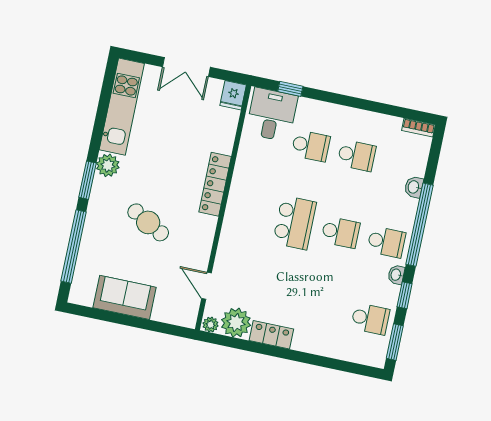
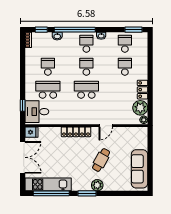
double door: (186, 67) -> (23, 157), width x1.37
school desk: (311, 146) -> (48, 90), width x1.85
plant: (108, 165) -> (97, 185), moved
window: (74, 246) -> (51, 193), moved
door: (207, 286) -> (106, 126), moved
window: (405, 295) -> (41, 30), moved
sofa: (125, 297) -> (139, 169), width x1.36
school desk: (324, 309) -> (125, 67), added

